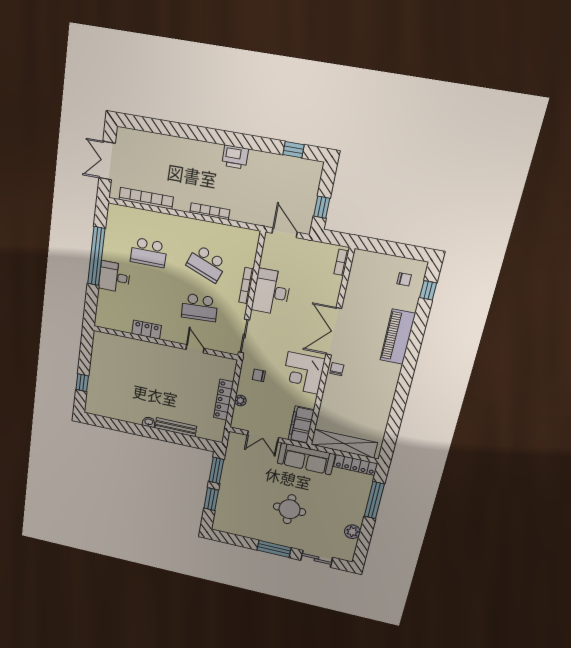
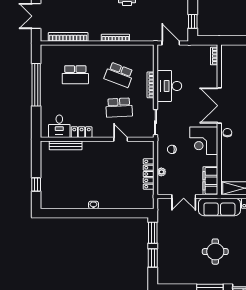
desk: (114, 277) -> (59, 126), moved, turned -90
bench: (176, 427) -> (66, 145), moved

